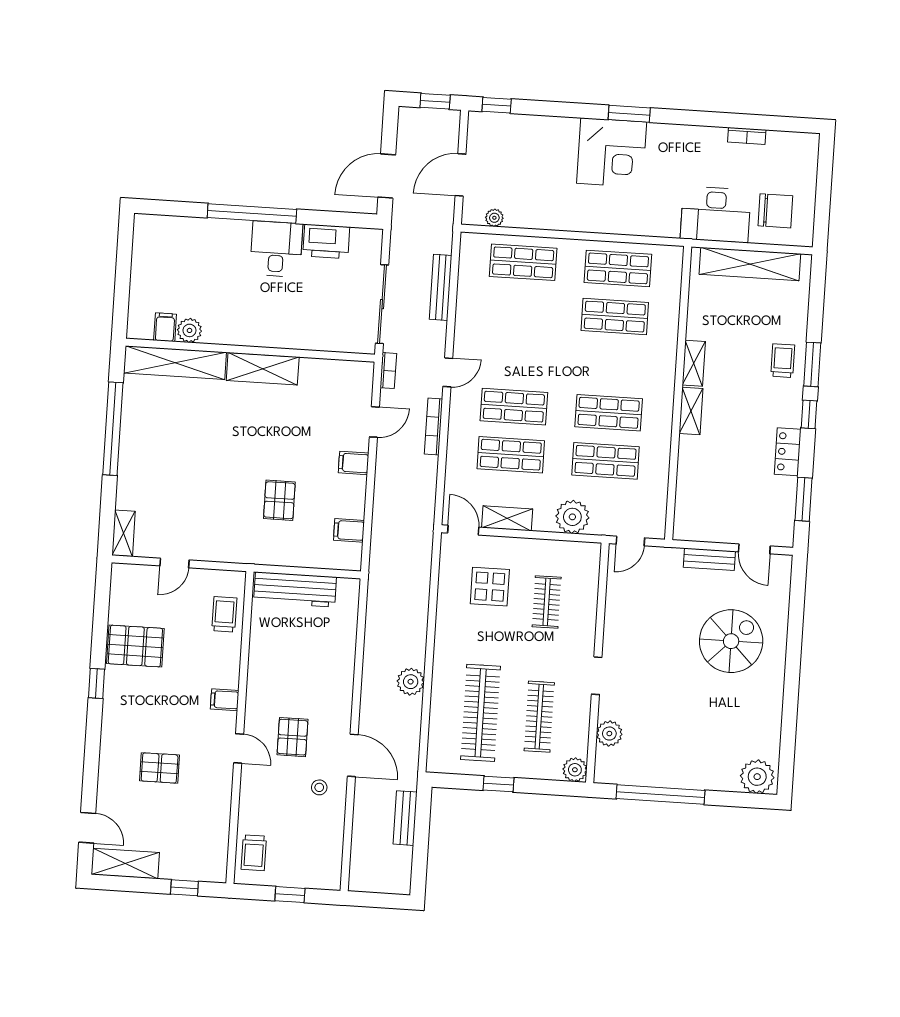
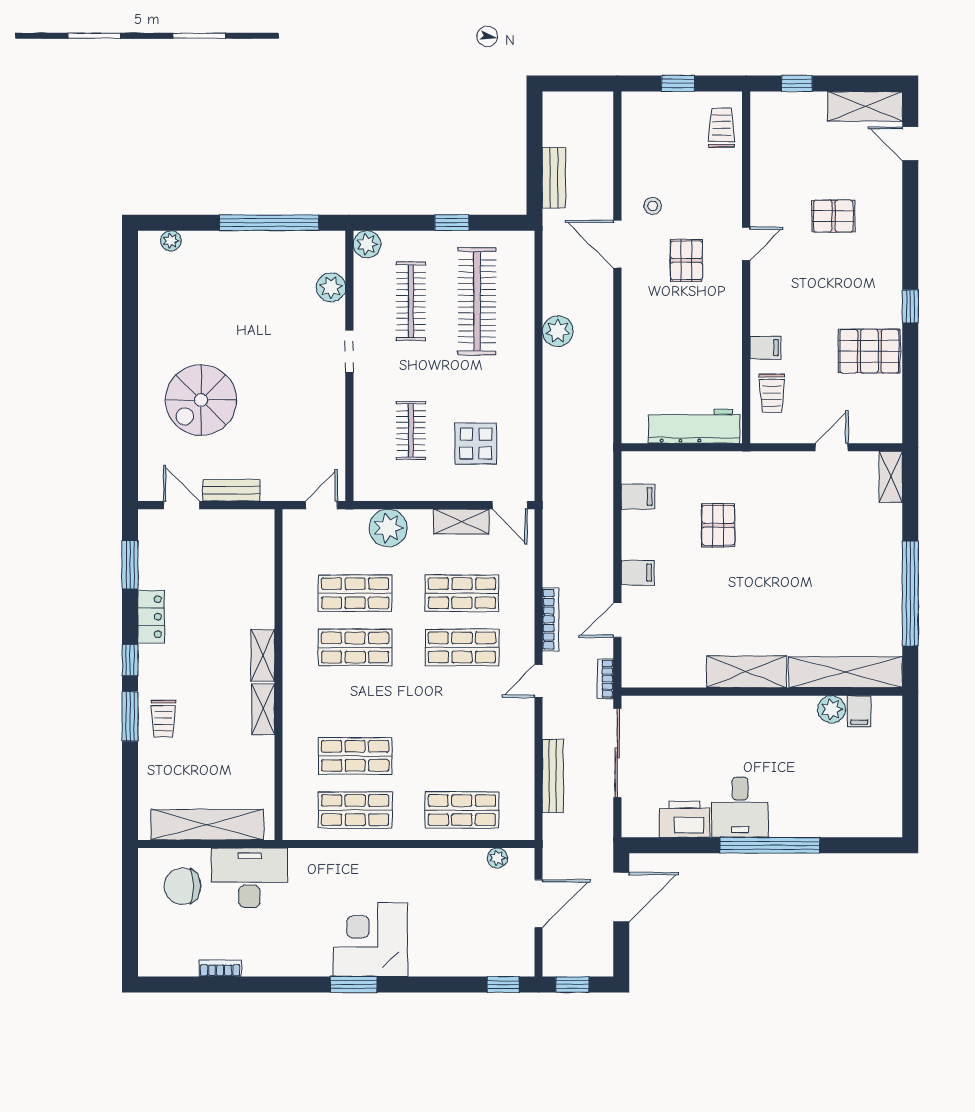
filing cabinet: (225, 700) -> (765, 348), moved
door: (239, 748) -> (746, 244), swing flipped
plant: (757, 777) -> (171, 241), width x0.53, depth x0.53

